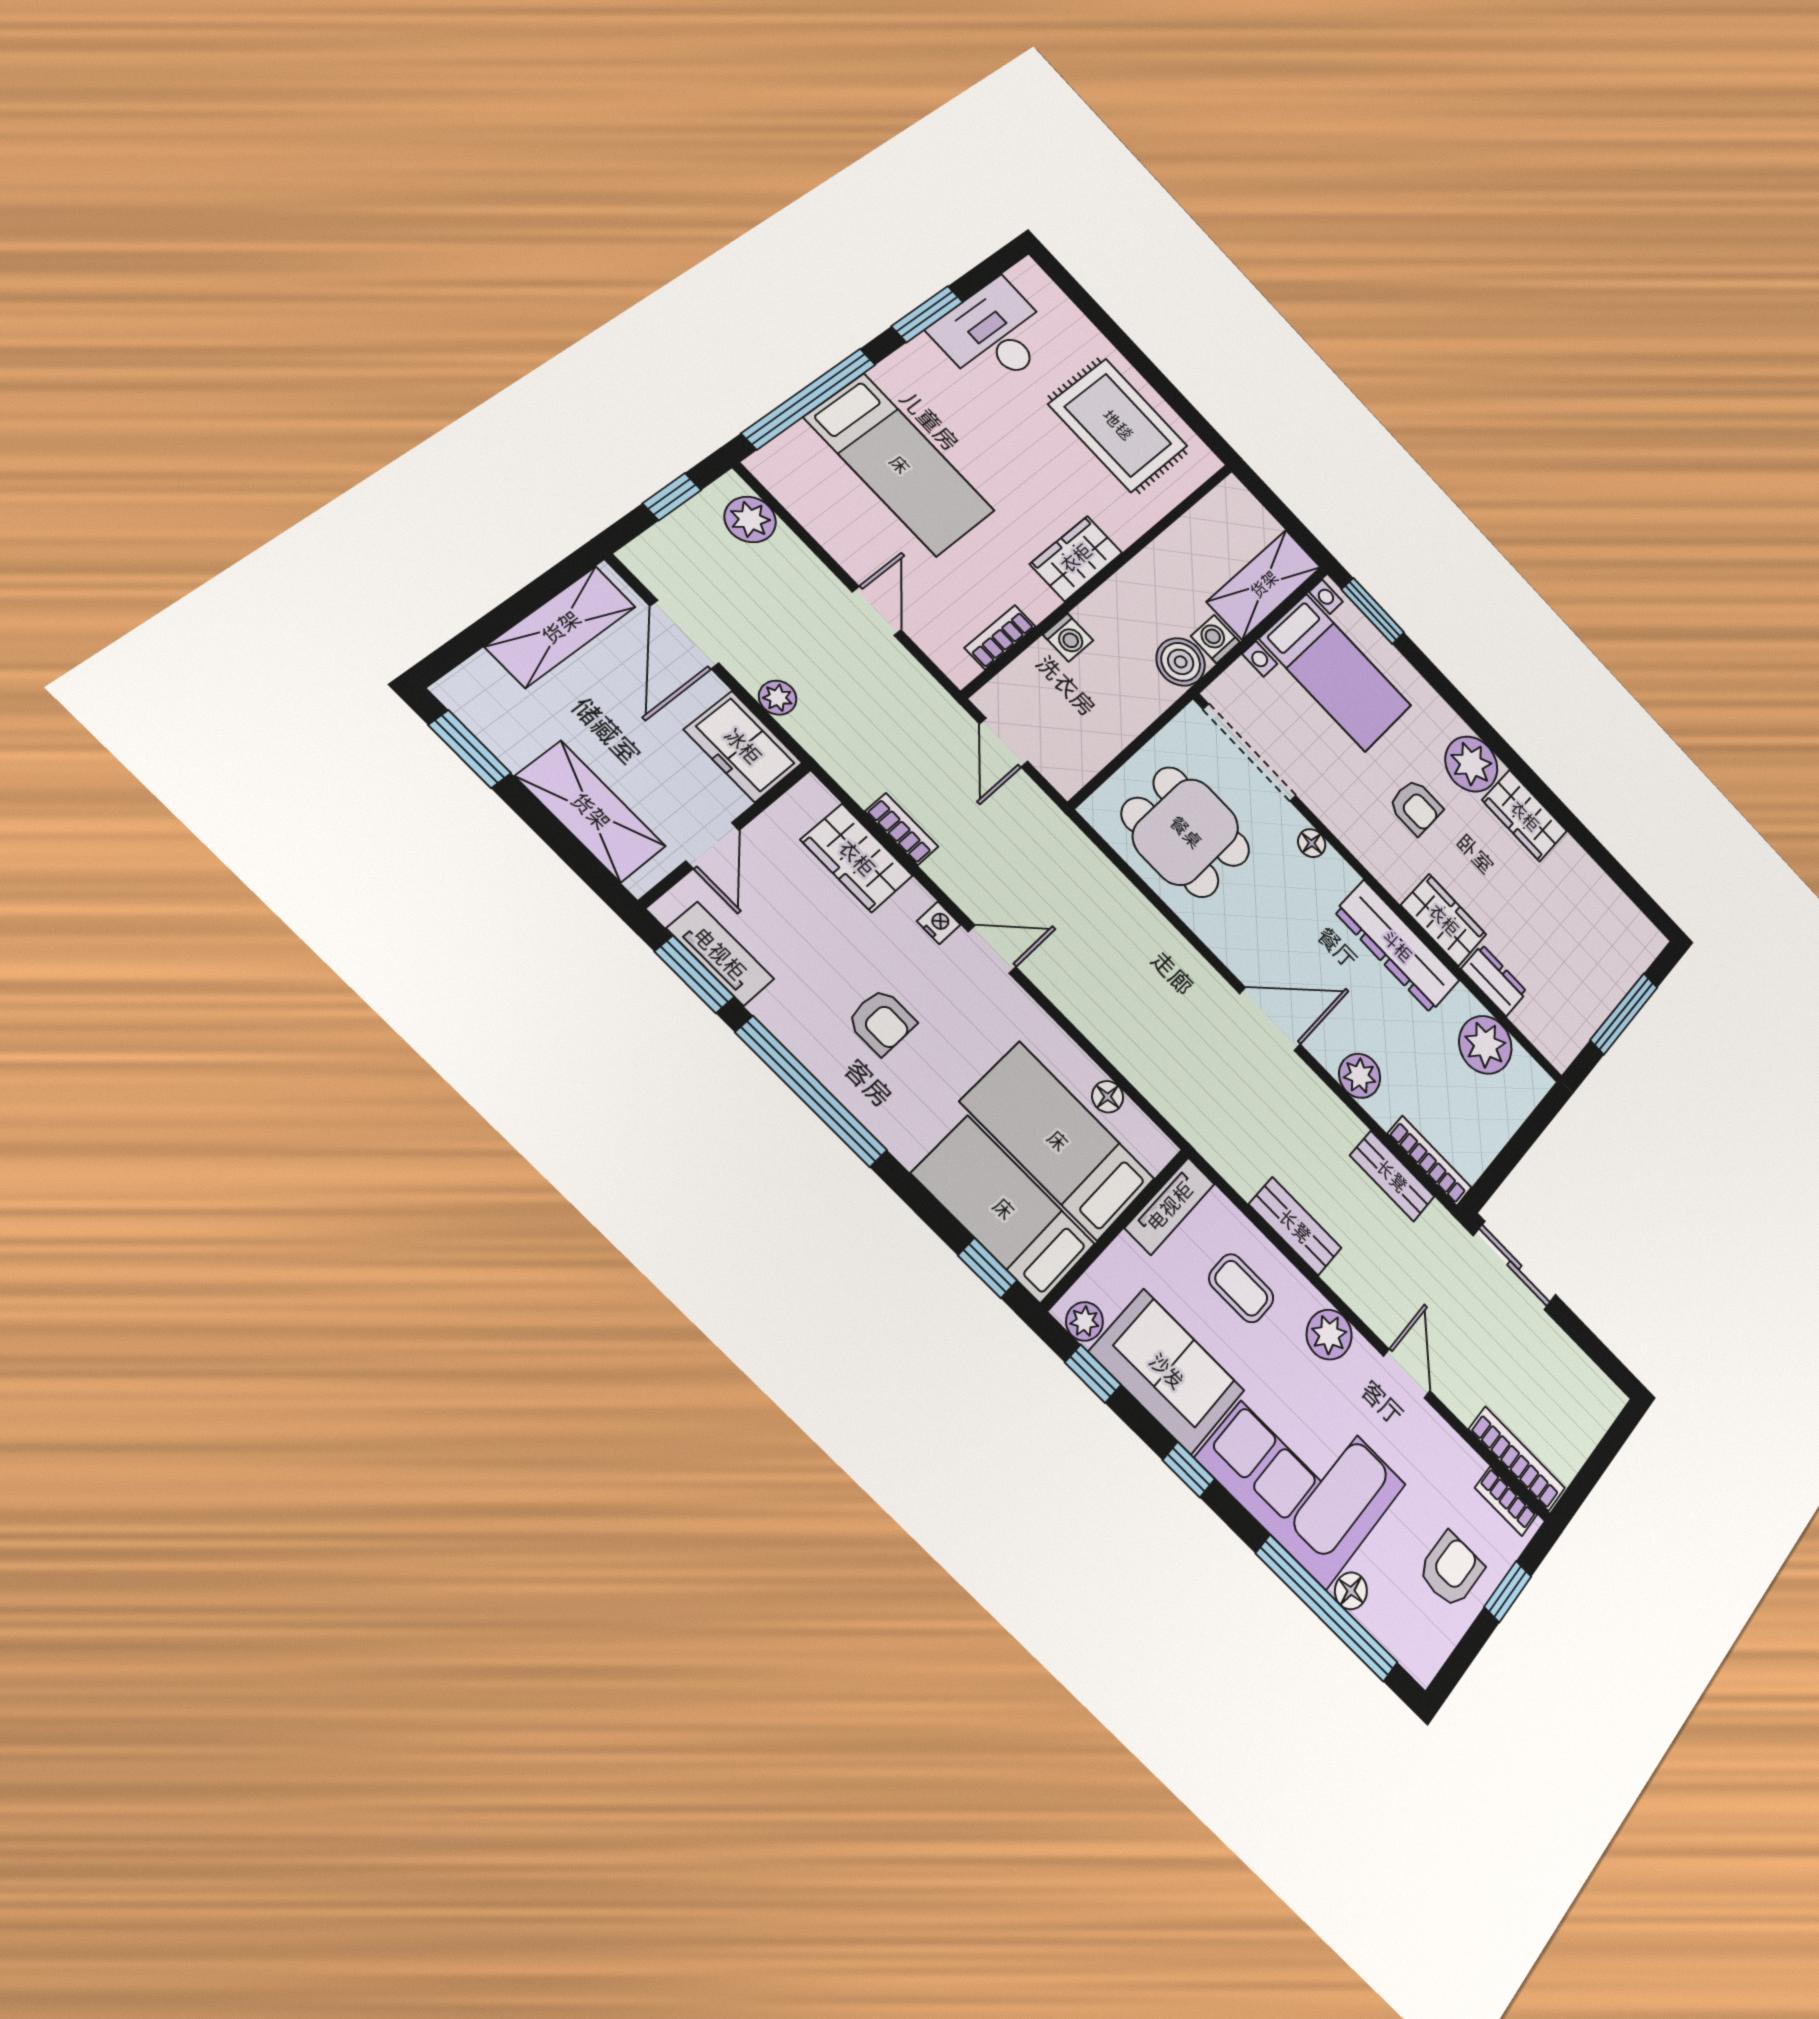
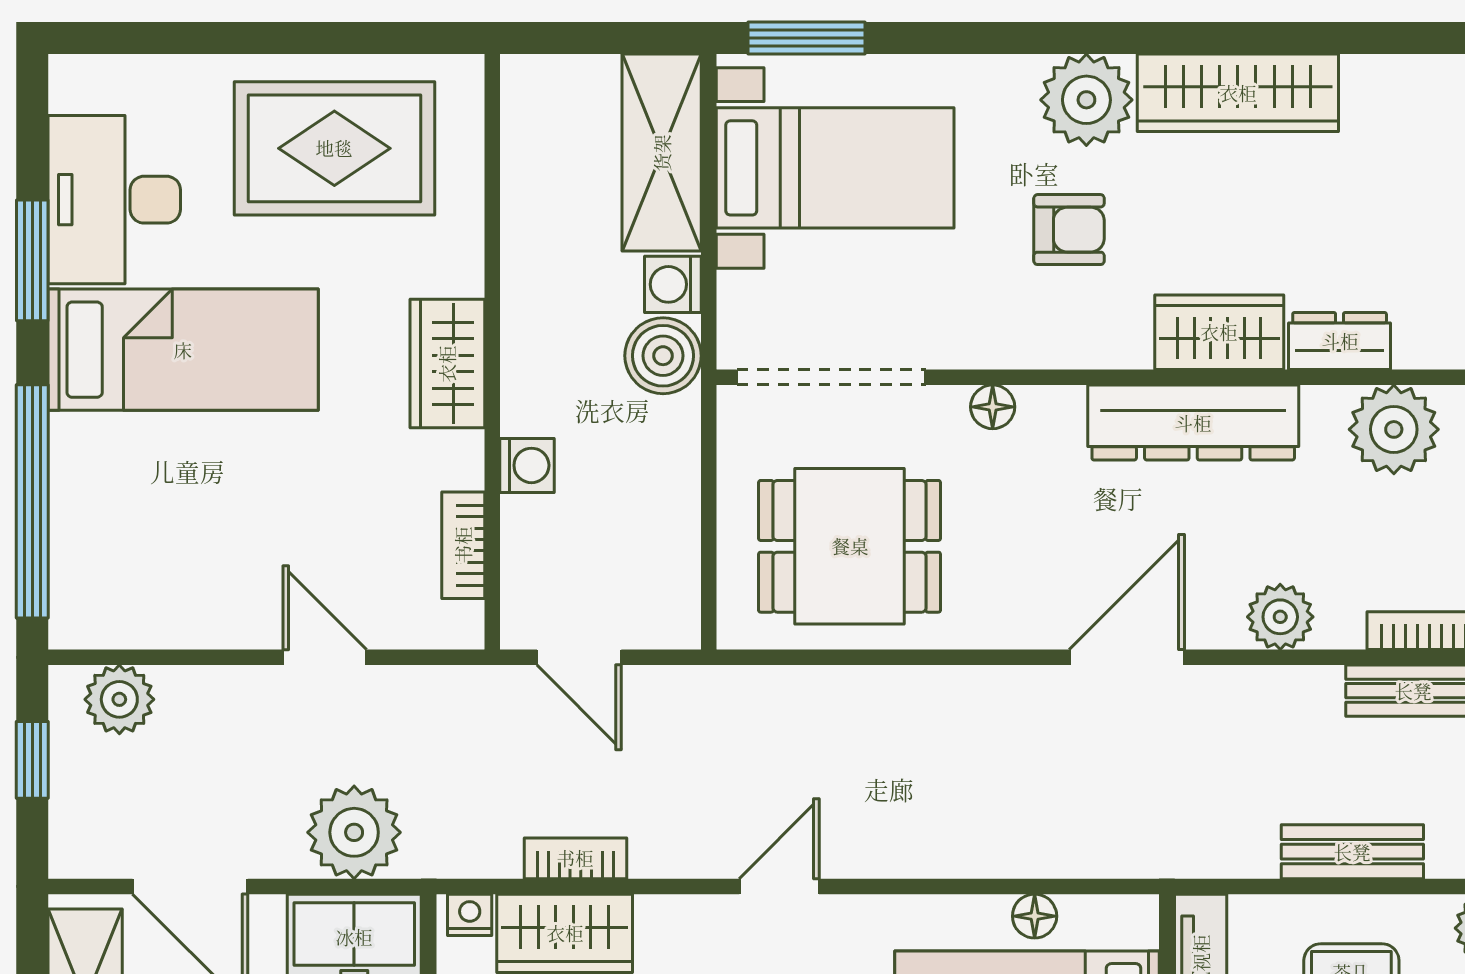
bed: (900, 465) -> (183, 350), moved
plant: (778, 698) -> (354, 832), width x1.88, depth x1.88
wardrobe: (1525, 816) -> (1238, 93), width x1.50
nightstand: (939, 923) -> (470, 915), moved

